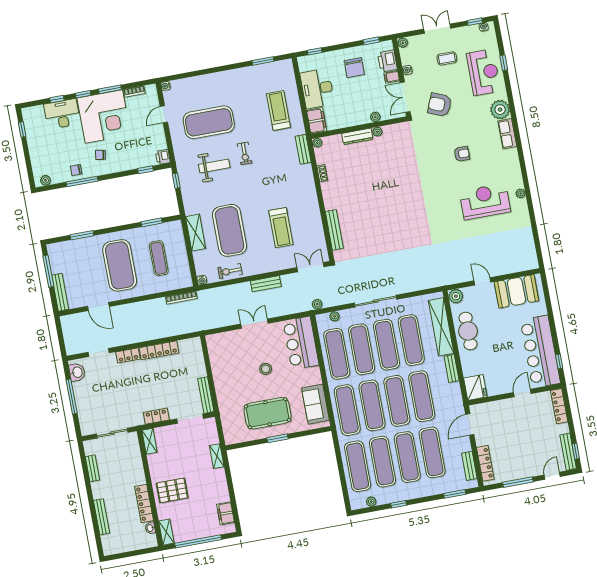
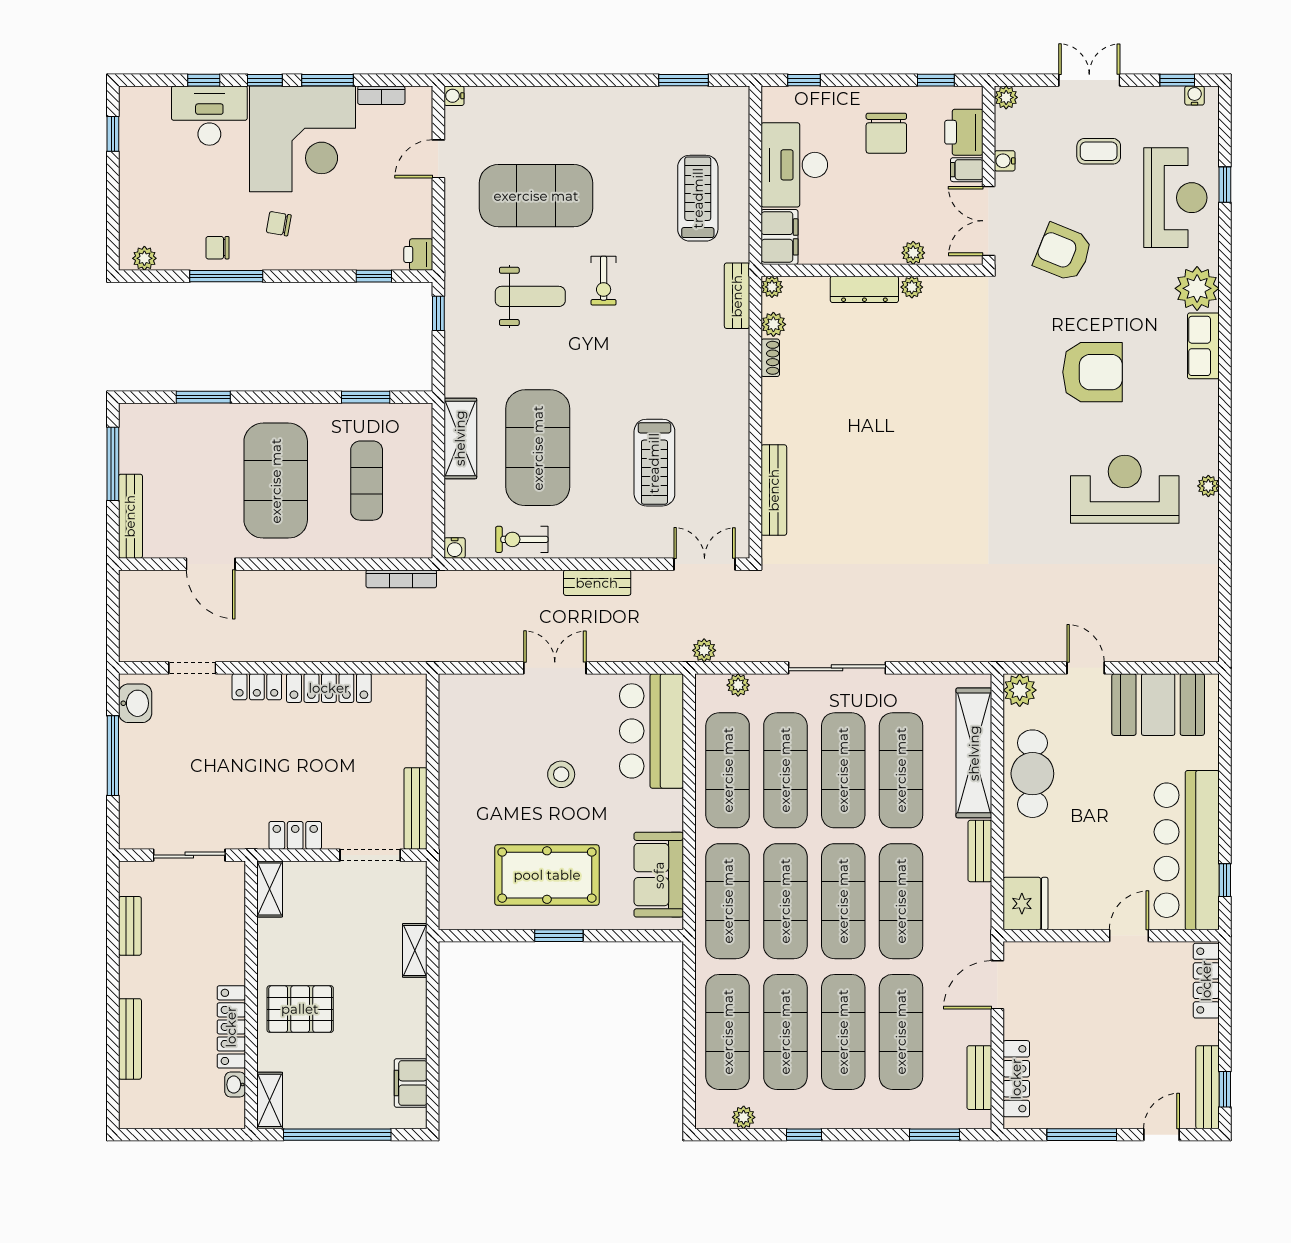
armchair: (462, 154) -> (1093, 372), width x1.88, depth x1.88
plant: (321, 159) -> (773, 324), added

